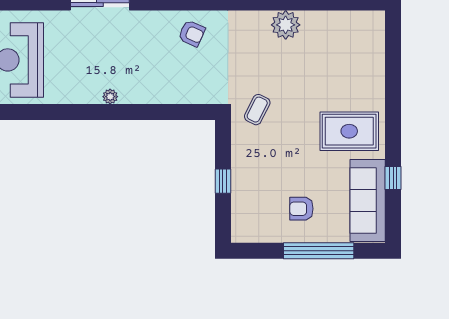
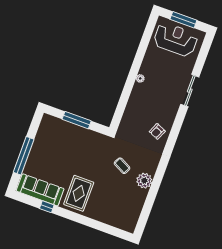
coffee table: (257, 110) -> (122, 166), moved
window: (223, 181) -> (77, 120), width x2.17
armchair: (301, 209) -> (48, 155), removed

